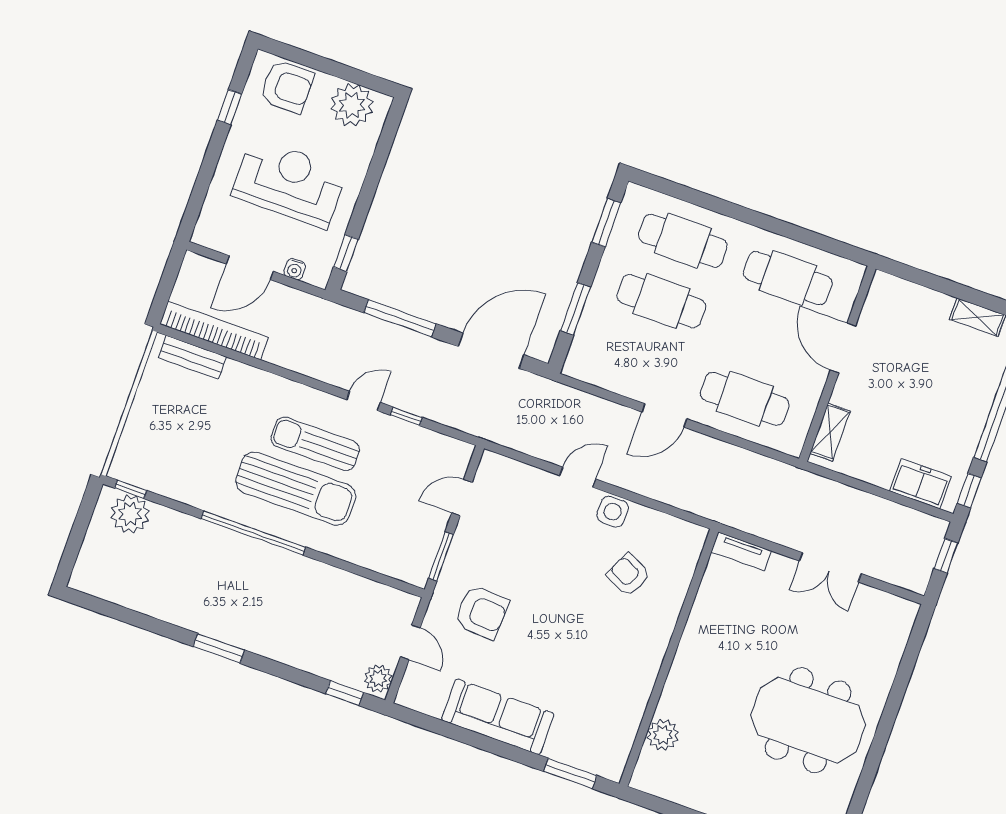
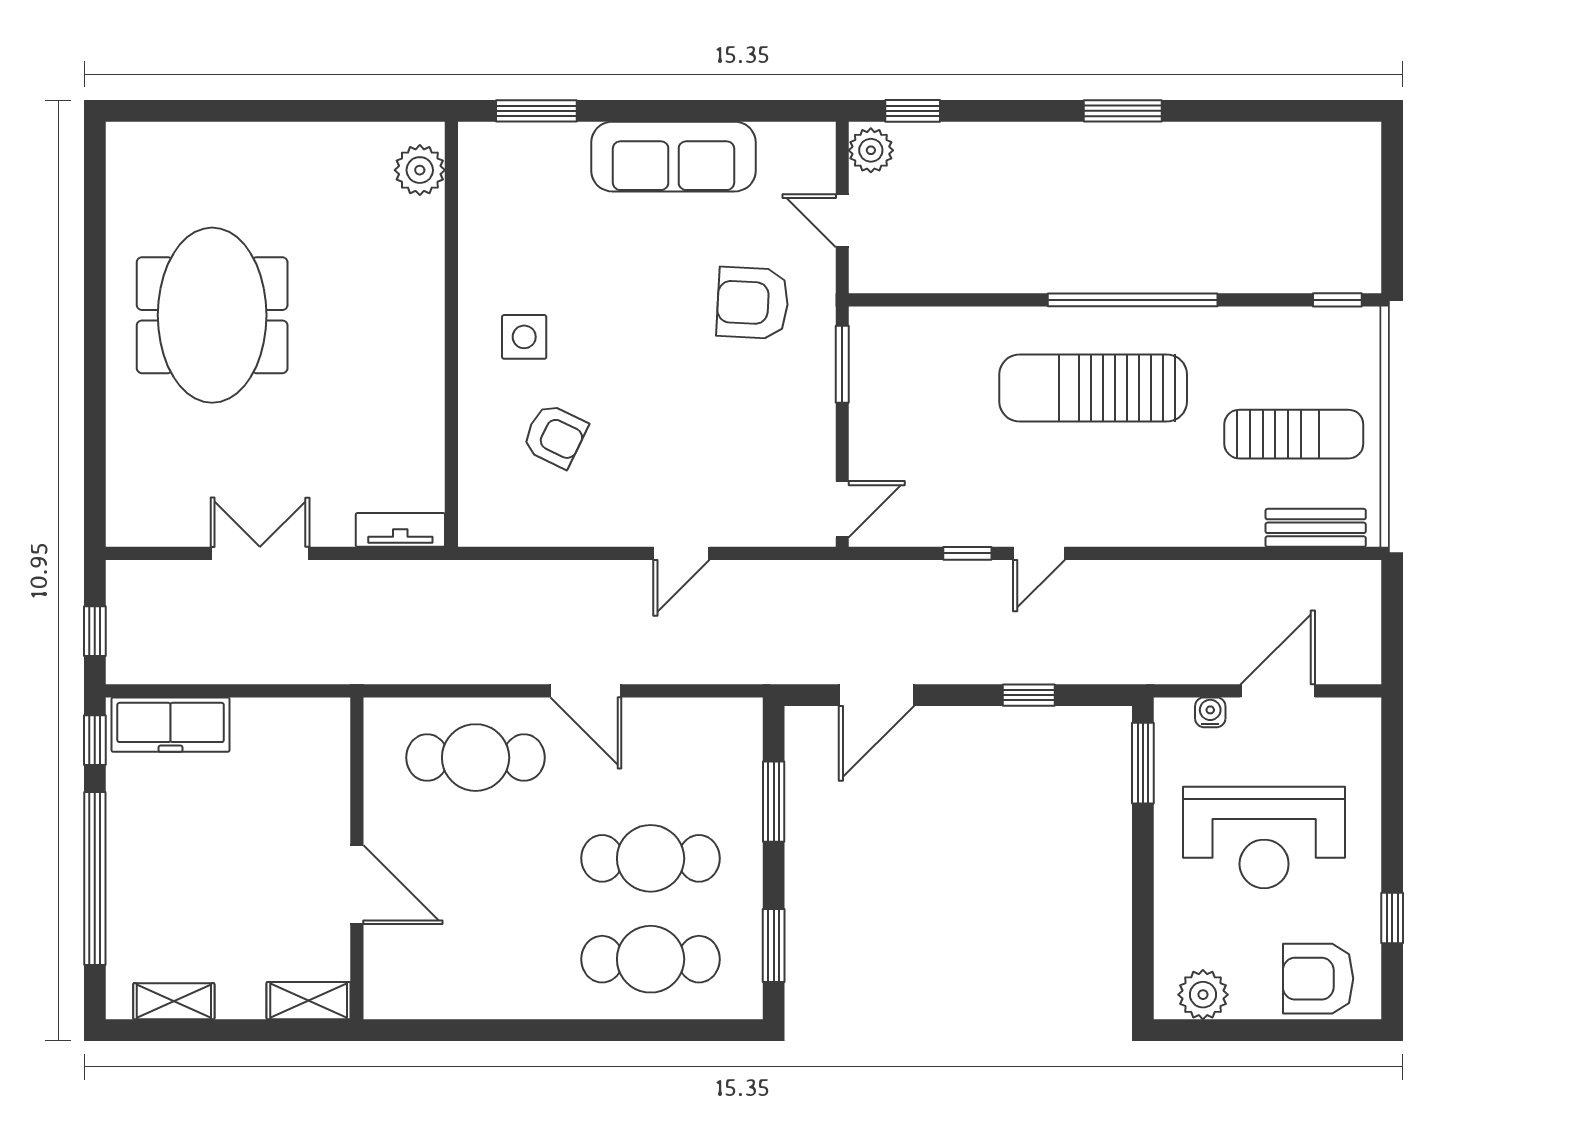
plant: (352, 105) -> (1203, 995), width x0.73, depth x0.73
window: (346, 253) -> (1143, 763), width x1.50
cafe table: (788, 278) -> (476, 959), removed
window: (400, 318) -> (1029, 695), width x0.46
bookcase: (214, 331) -> (1297, 579), removed
door: (491, 351) -> (876, 695), width x0.73
door: (664, 415) -> (586, 691), swing flipped
shelving: (830, 432) -> (309, 1001), moved, turned 90
sun lounger: (315, 444) -> (1294, 434), moved
freezer: (920, 484) -> (171, 725), width x1.40
door: (462, 497) -> (842, 509), moved
side table: (613, 512) -> (524, 337), moved
plant: (130, 514) -> (1325, 263), removed
meeting table: (808, 720) -> (212, 315), turned 90
plant: (663, 735) -> (420, 170), moved

